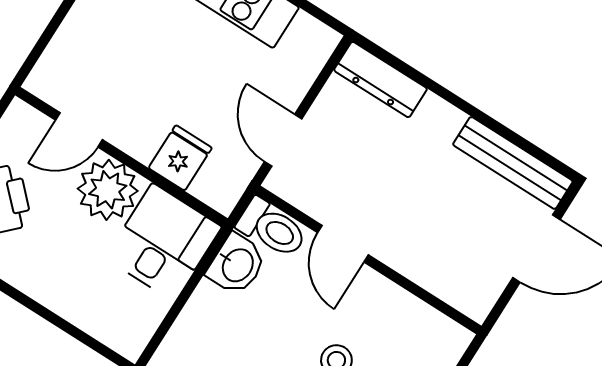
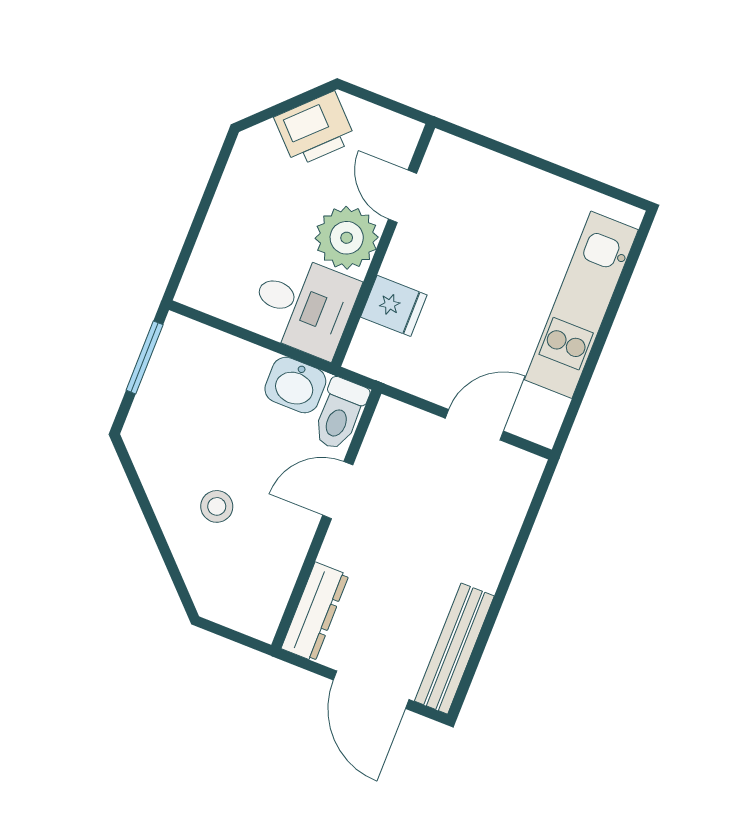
dresser: (380, 79) -> (315, 612), moved, turned 180
door: (283, 140) -> (474, 425), moved

